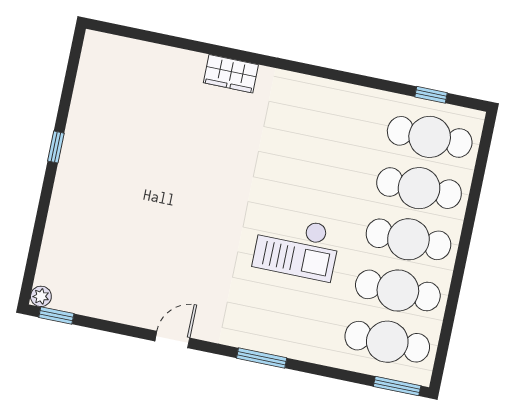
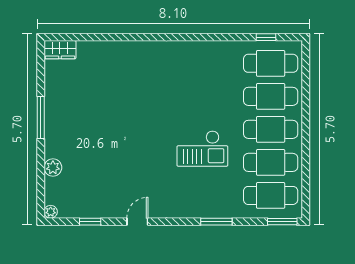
wardrobe: (231, 74) -> (60, 50), moved
window: (56, 147) -> (41, 117), width x2.17
plant: (59, 229) -> (53, 168), added
window: (56, 315) -> (90, 222), moved
window: (262, 358) -> (216, 222), moved

